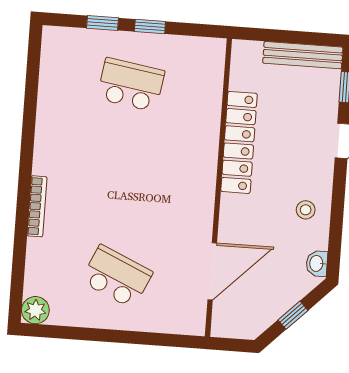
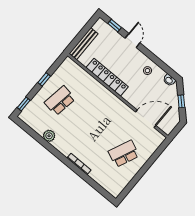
window: (102, 23) -> (24, 104), moved
bench: (303, 55) -> (84, 44), moved
door: (212, 271) -> (146, 119), hinge flipped
plant: (35, 310) -> (49, 136), moved

